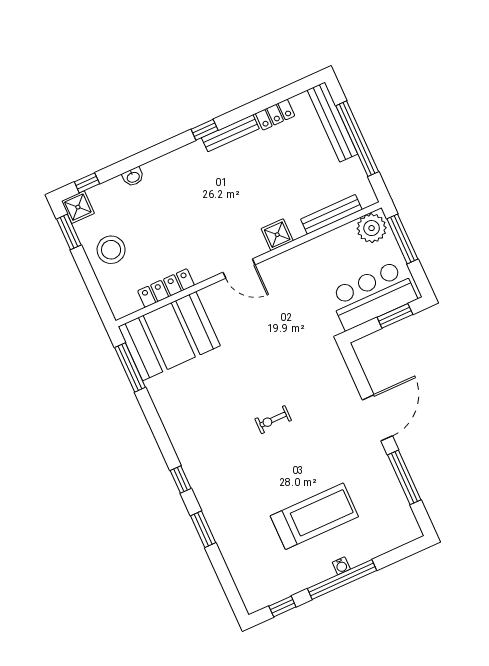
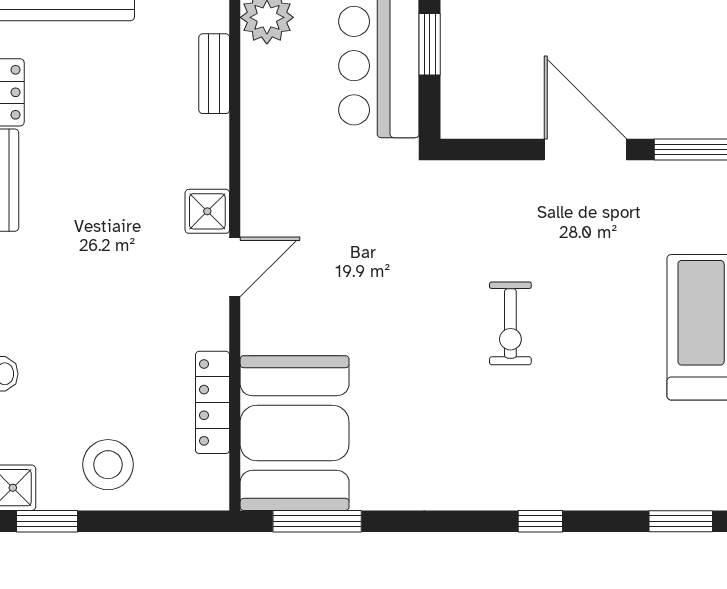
bench: (331, 214) -> (214, 74), width x0.73
shower: (277, 235) -> (207, 211), moved
exercise bike: (273, 420) -> (510, 323), width x1.38, depth x1.39
window: (203, 529) -> (681, 521), moved

